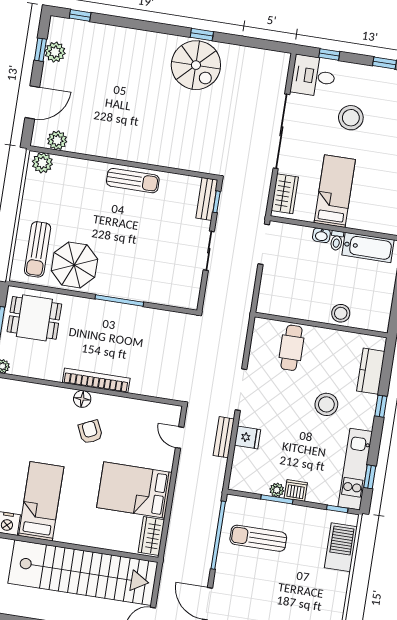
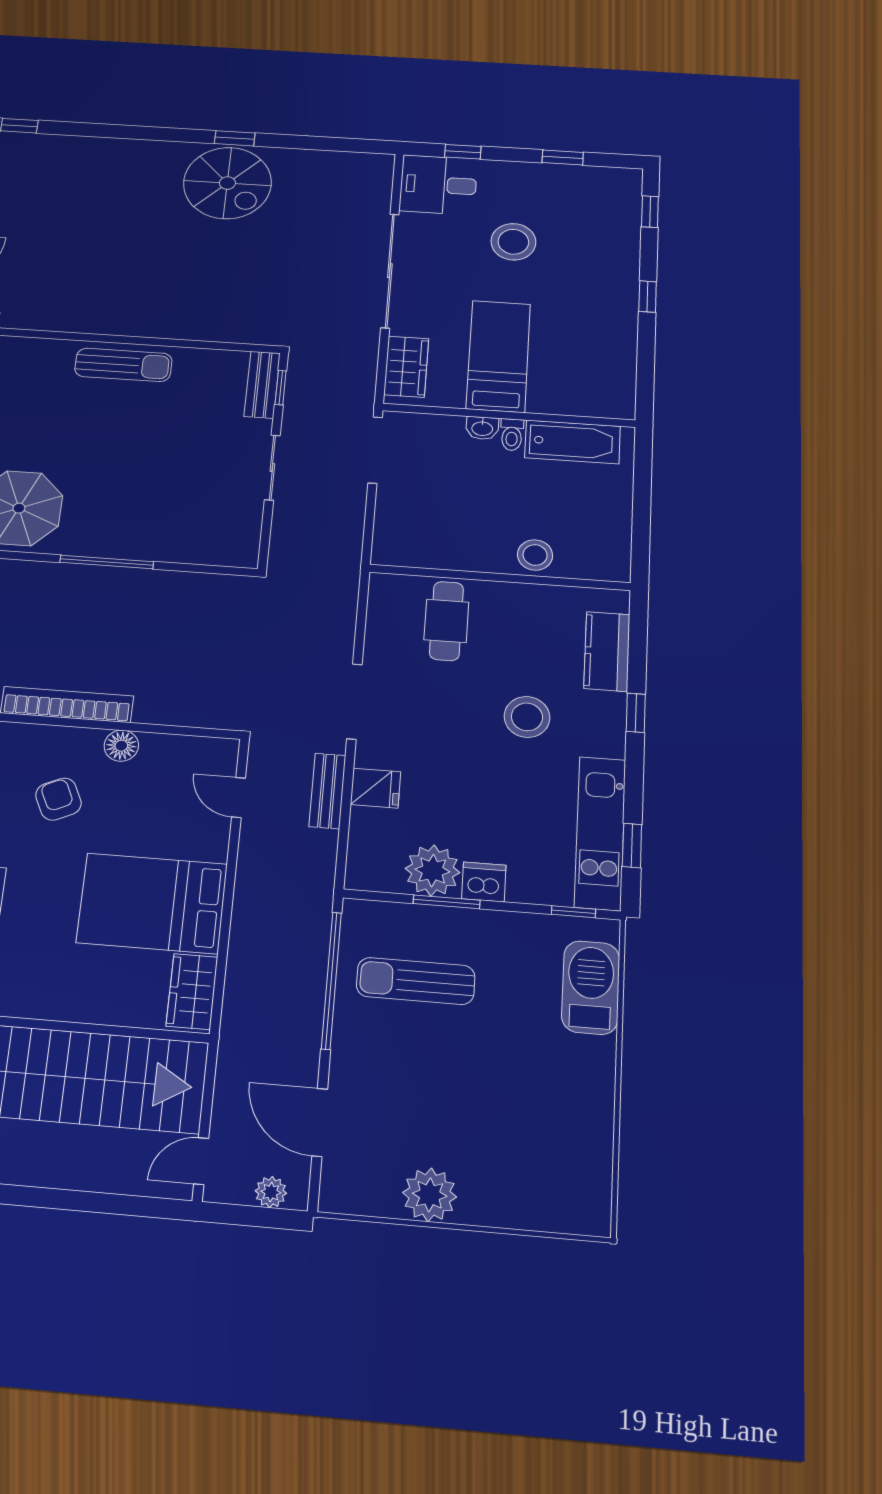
floor lamp: (82, 399) -> (121, 746), moved
plant: (277, 490) -> (432, 870), width x1.88, depth x1.88

